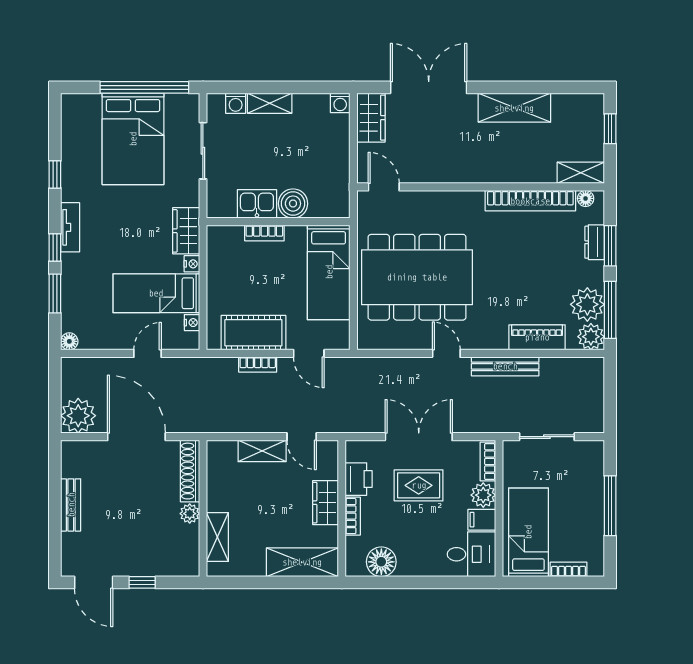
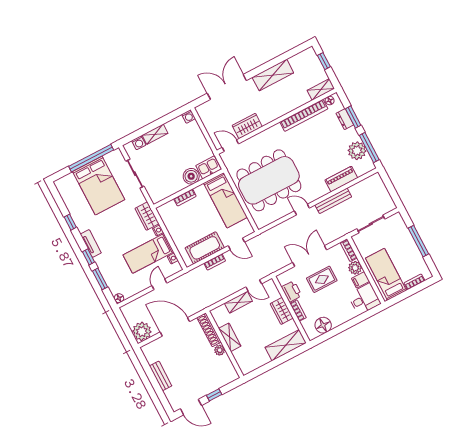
wardrobe: (371, 118) -> (247, 126), moved, turned -90
kitchen sink: (257, 204) -> (208, 167), moved
plant: (591, 337) -> (367, 165), removed
shelving: (217, 537) -> (230, 337), moved

